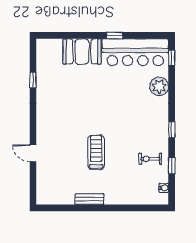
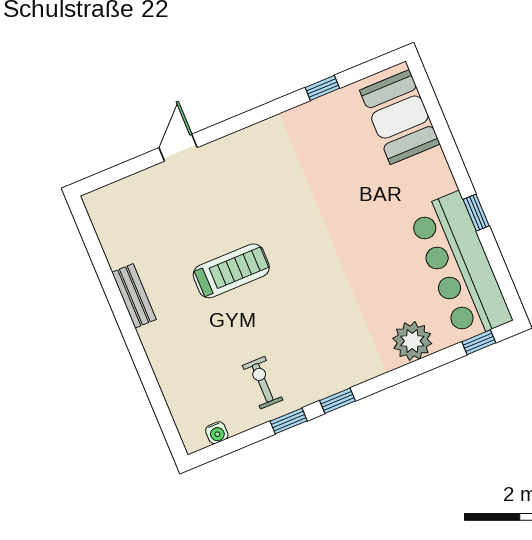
booth: (82, 51) -> (400, 117), moved
window: (172, 166) -> (289, 421), moved

